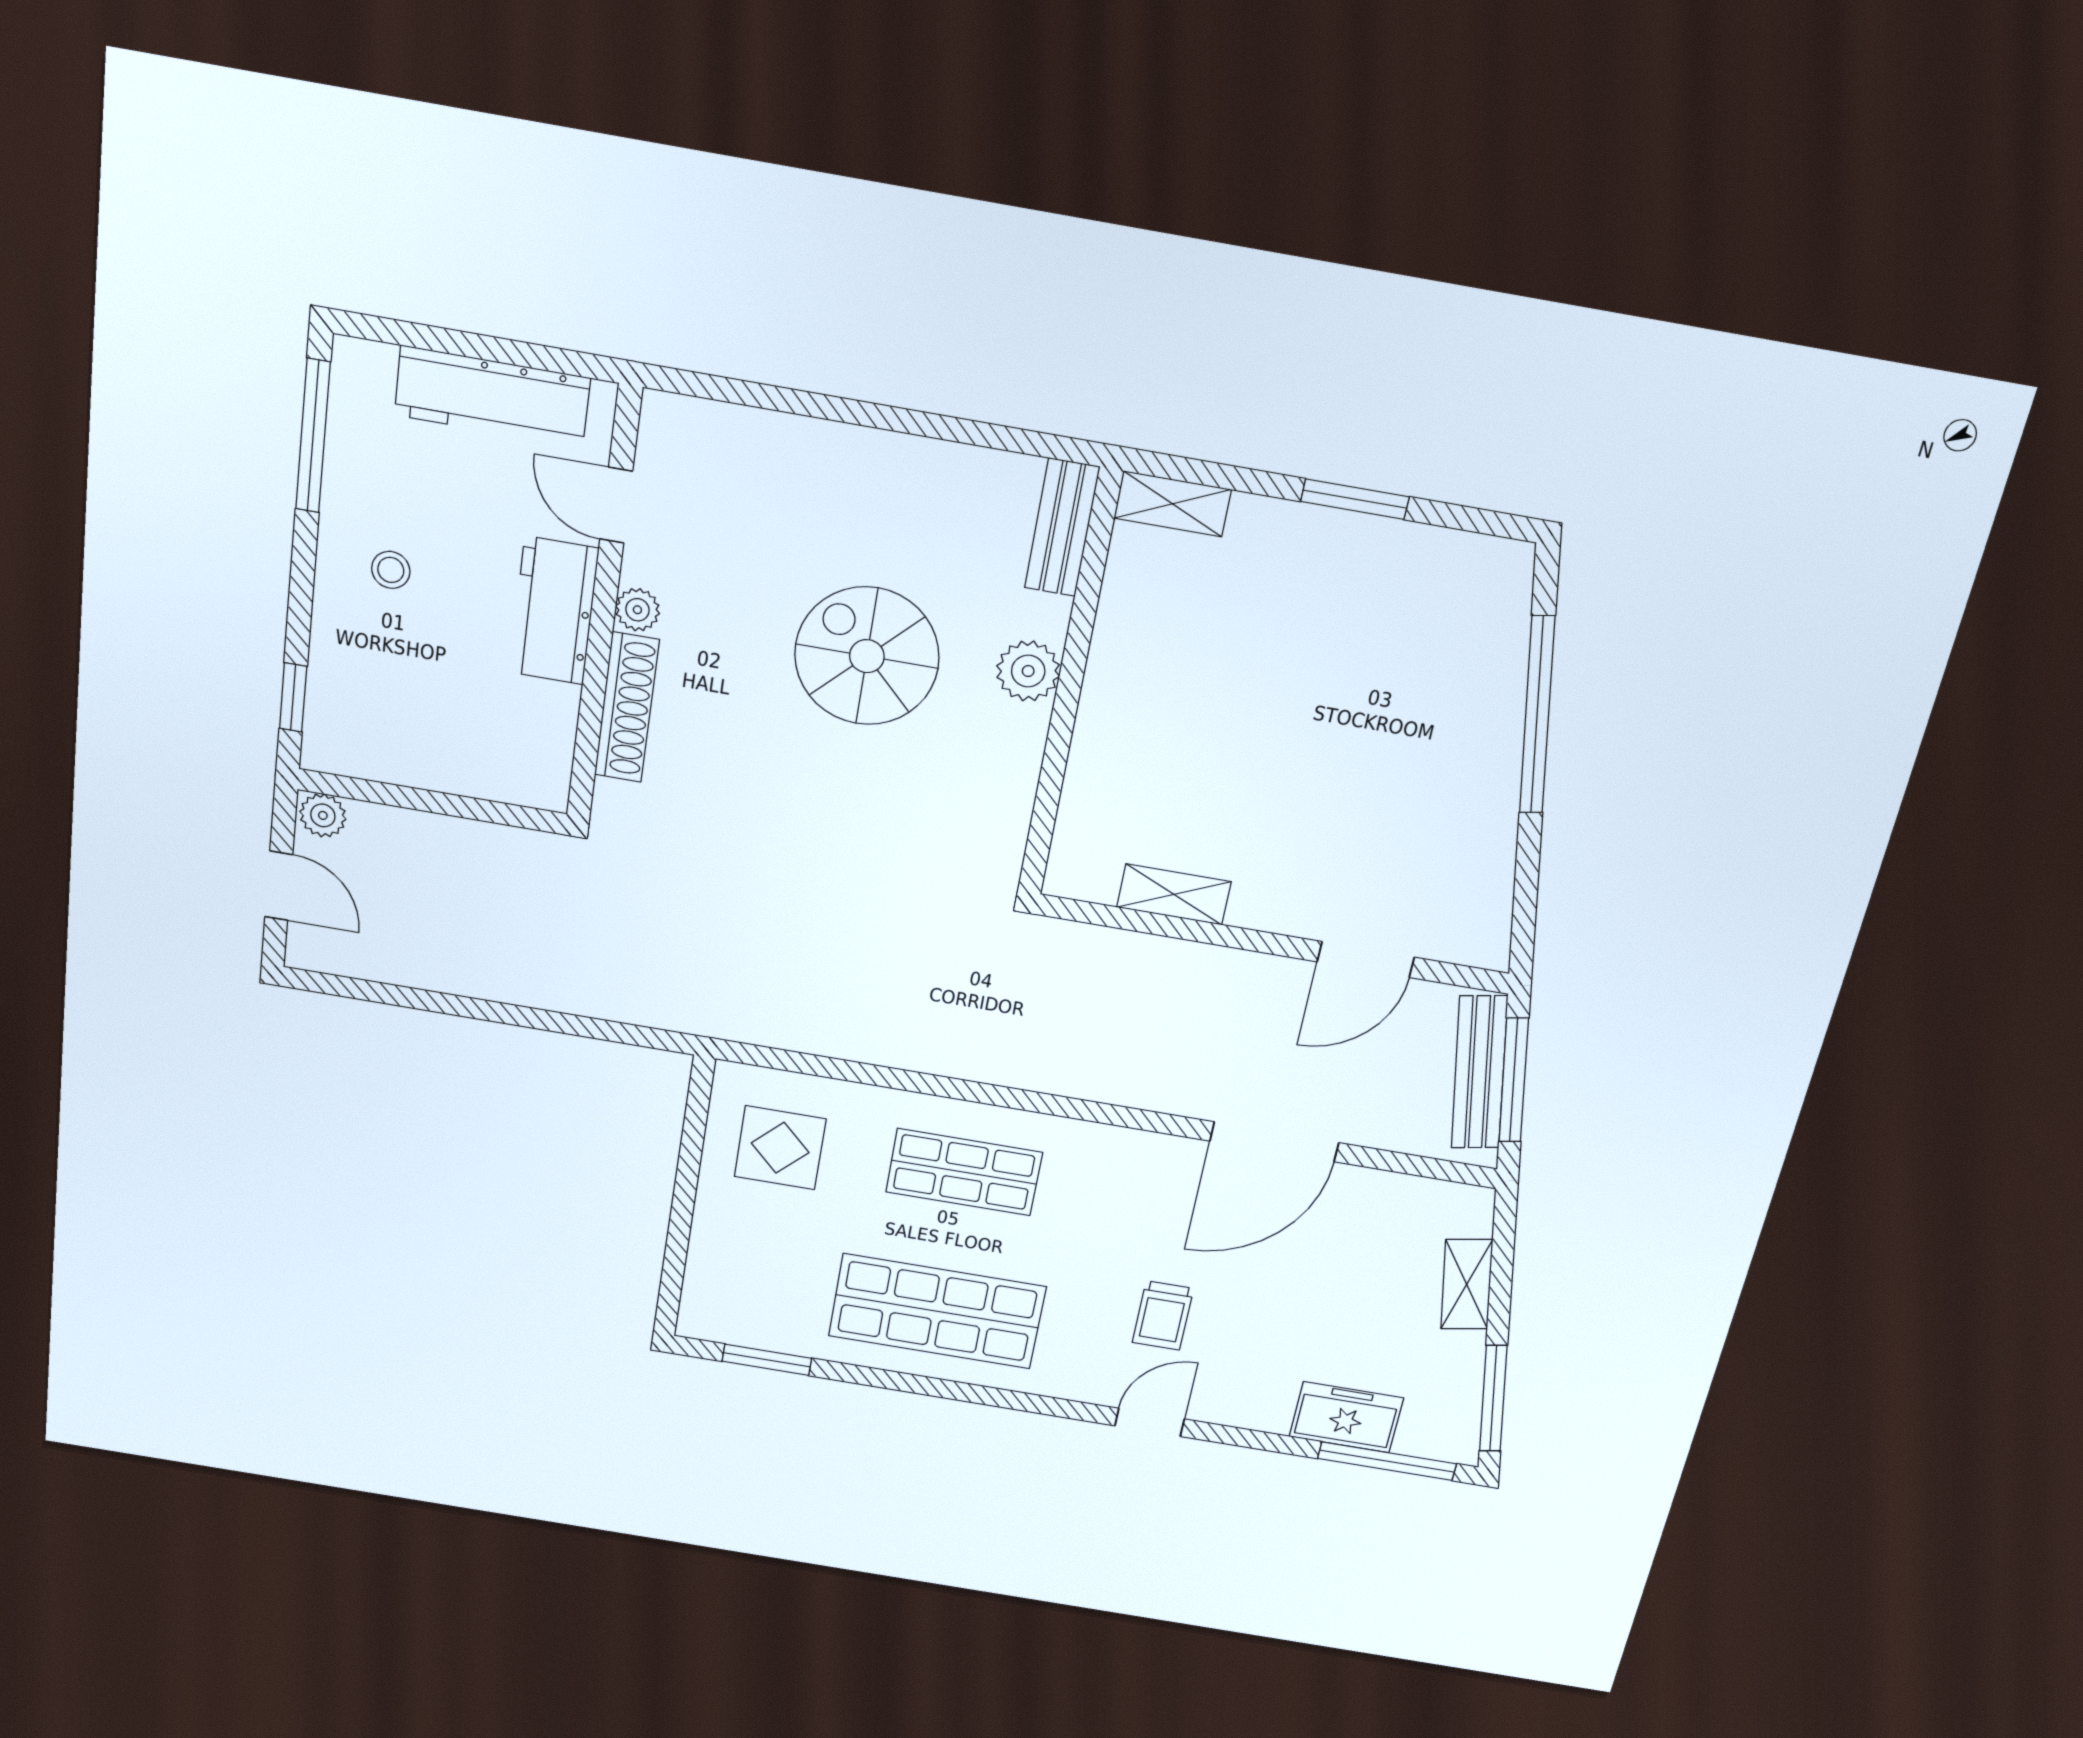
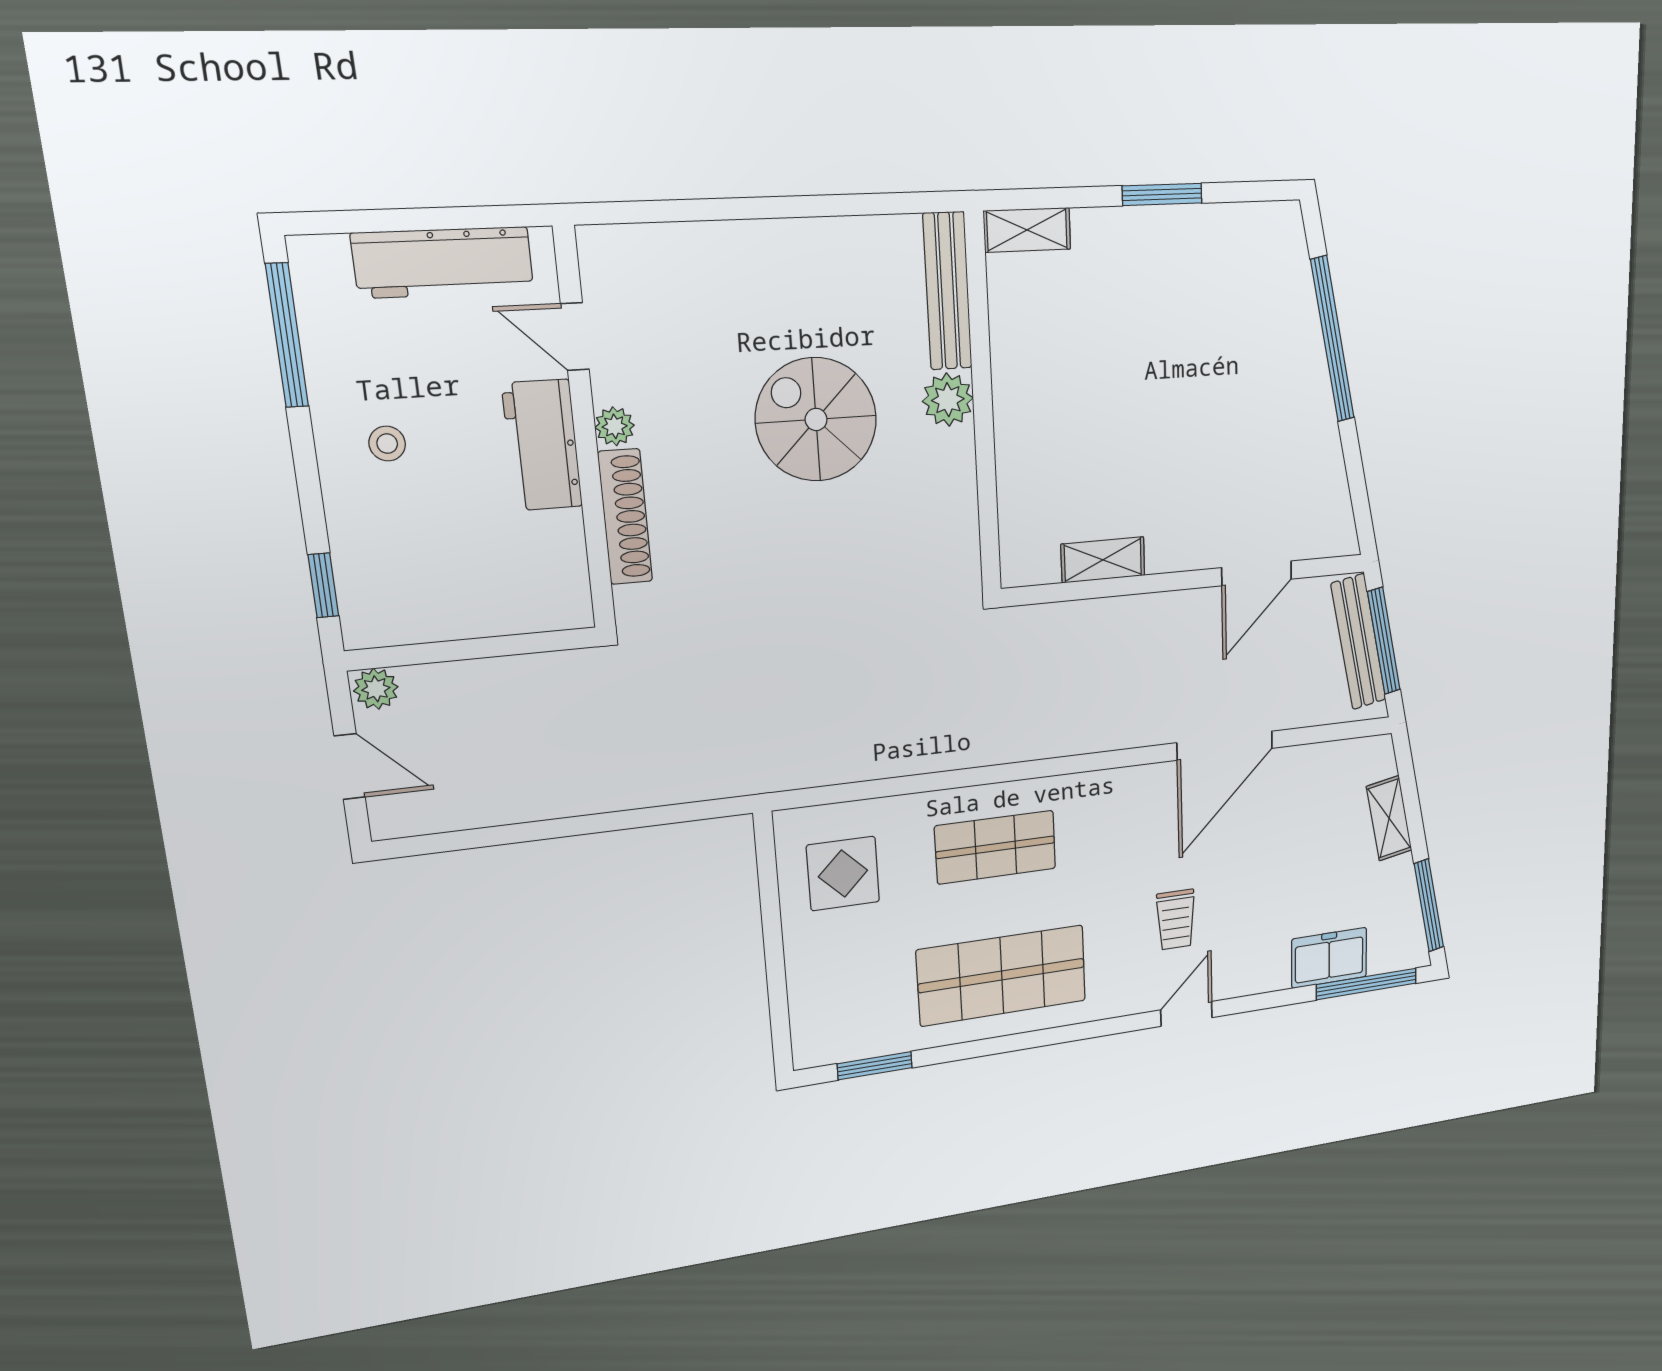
bench: (1062, 528) -> (948, 291), width x1.36

